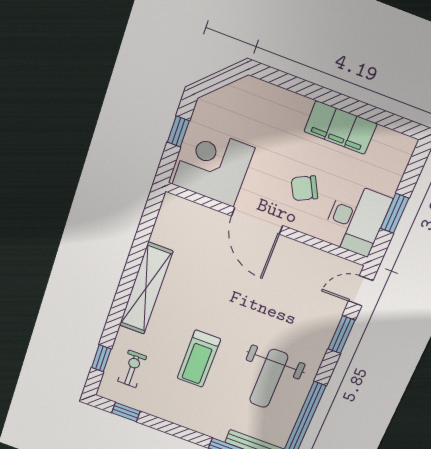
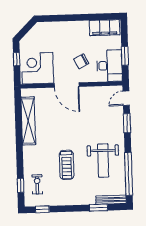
filing cabinet: (340, 128) -> (105, 28), moved
shelving: (146, 289) -> (28, 121), moved

